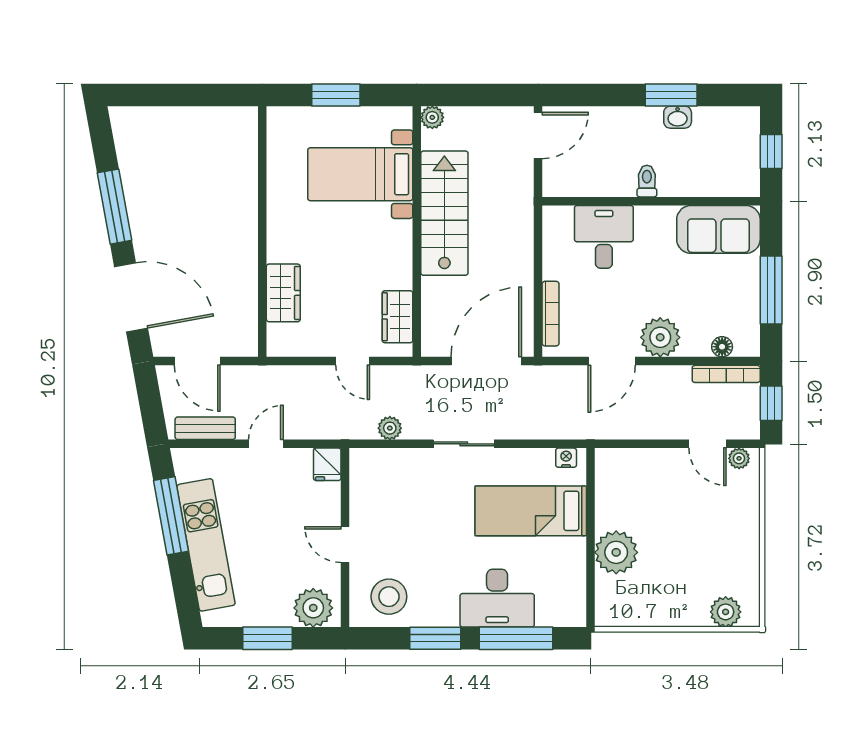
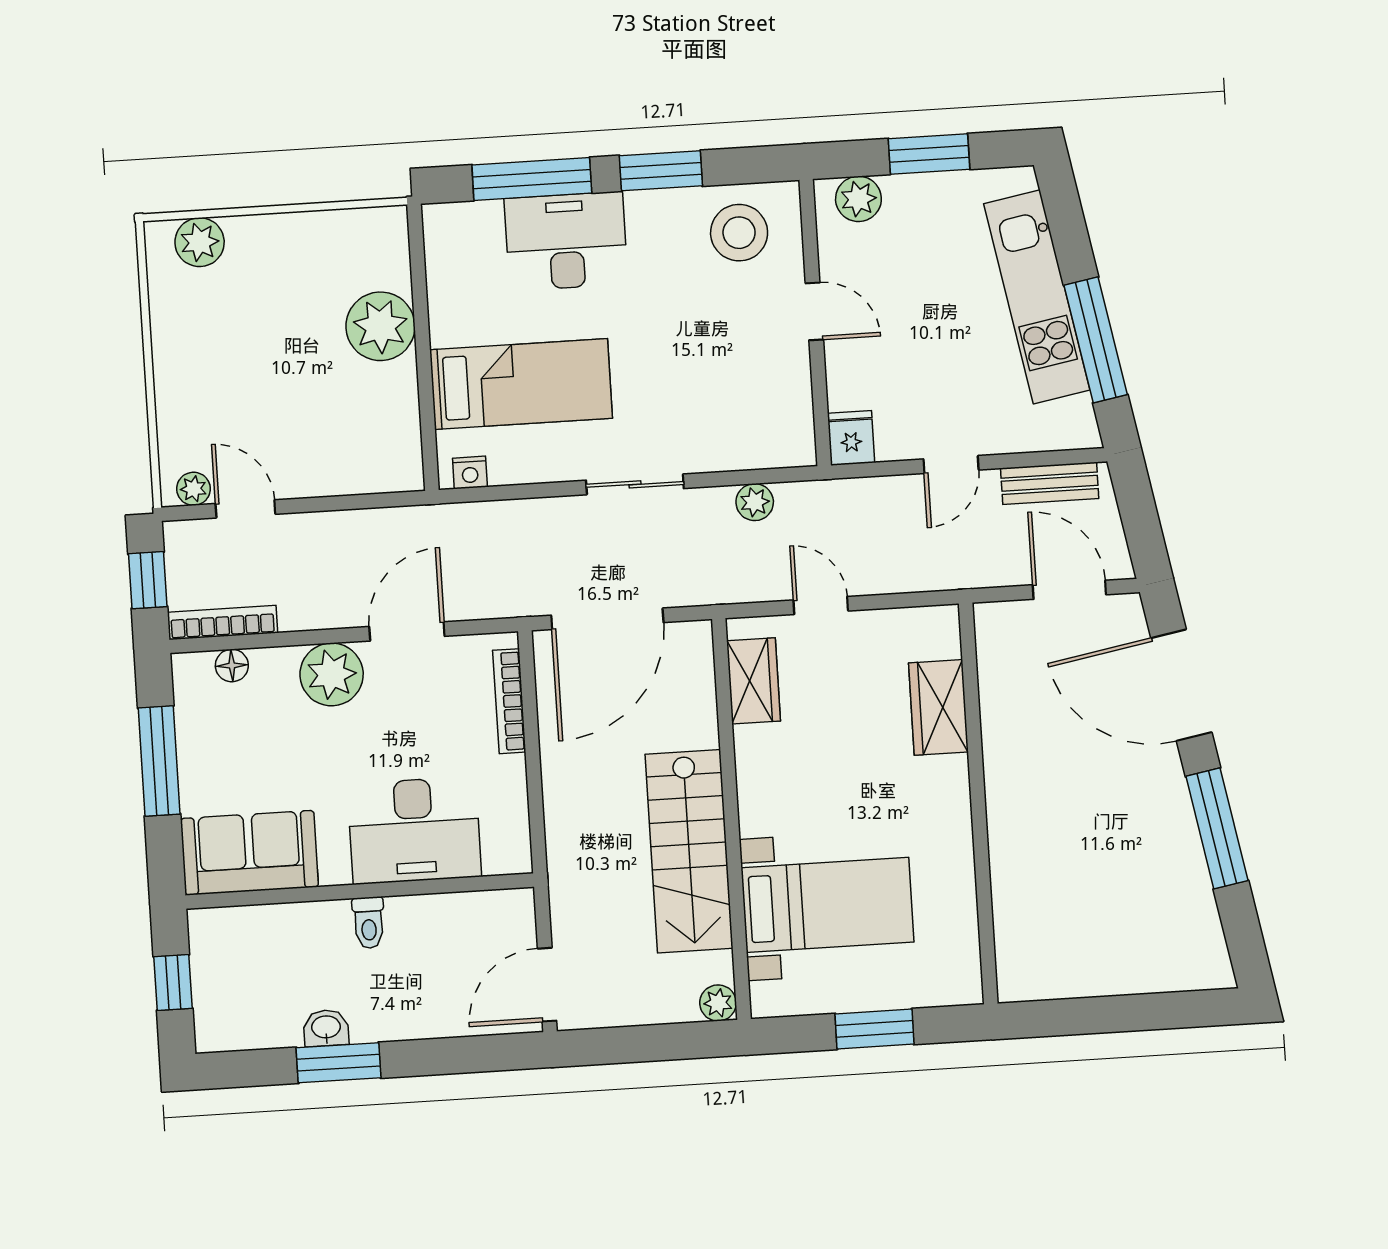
desk: (604, 237) -> (414, 830), width x1.37
plant: (313, 608) -> (858, 199), width x0.73, depth x0.73

